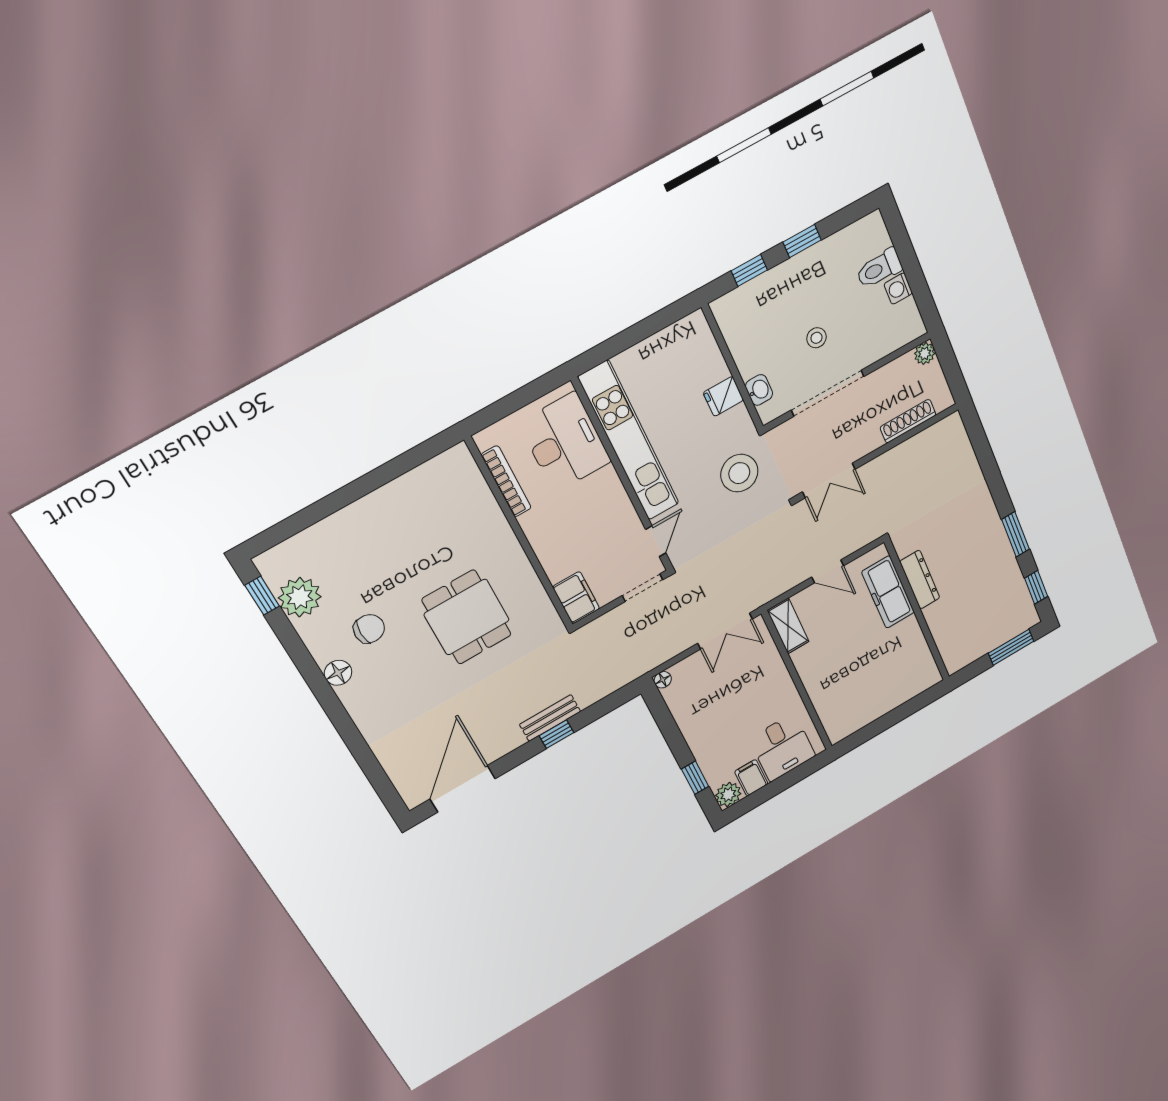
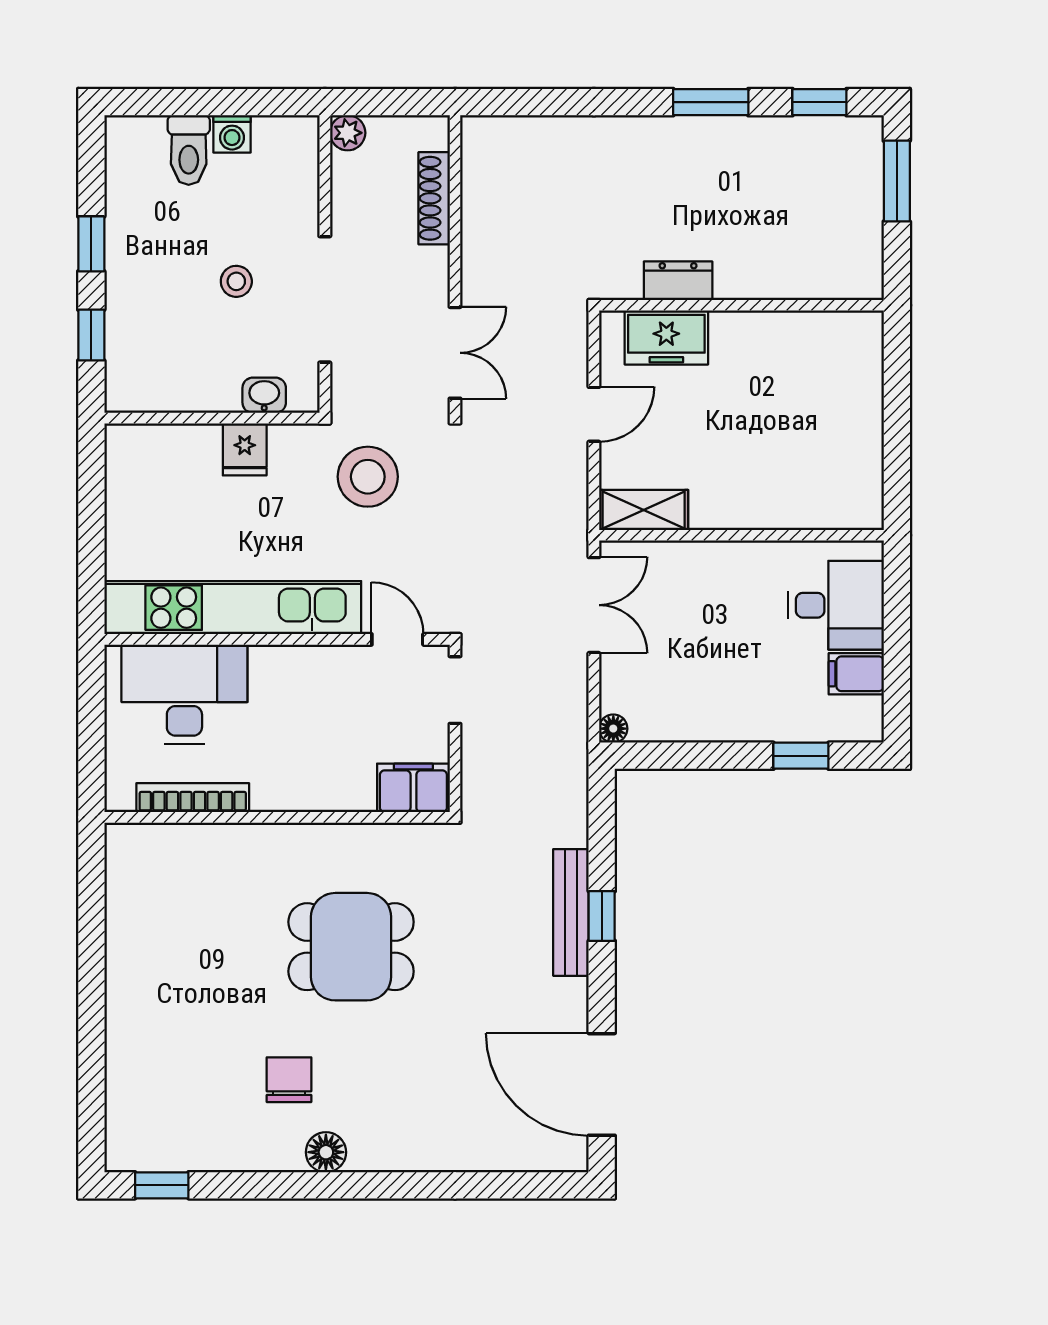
dresser: (920, 580) -> (678, 281), width x0.70
freezer: (888, 592) -> (666, 338), width x0.71
plant: (300, 597) -> (192, 1141), removed
bench: (550, 718) -> (571, 912), width x1.36
plant: (728, 794) -> (861, 720), removed

